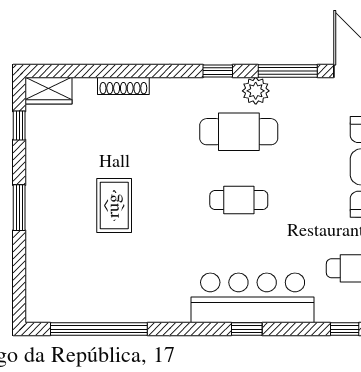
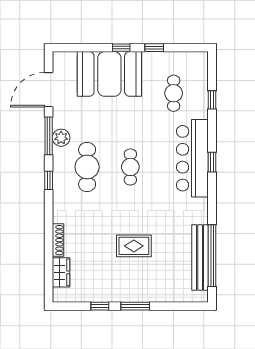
wardrobe: (48, 91) -> (61, 272), moved
plant: (256, 91) -> (61, 138), moved
window: (19, 126) -> (100, 306), moved
bench: (96, 310) -> (200, 257), added

